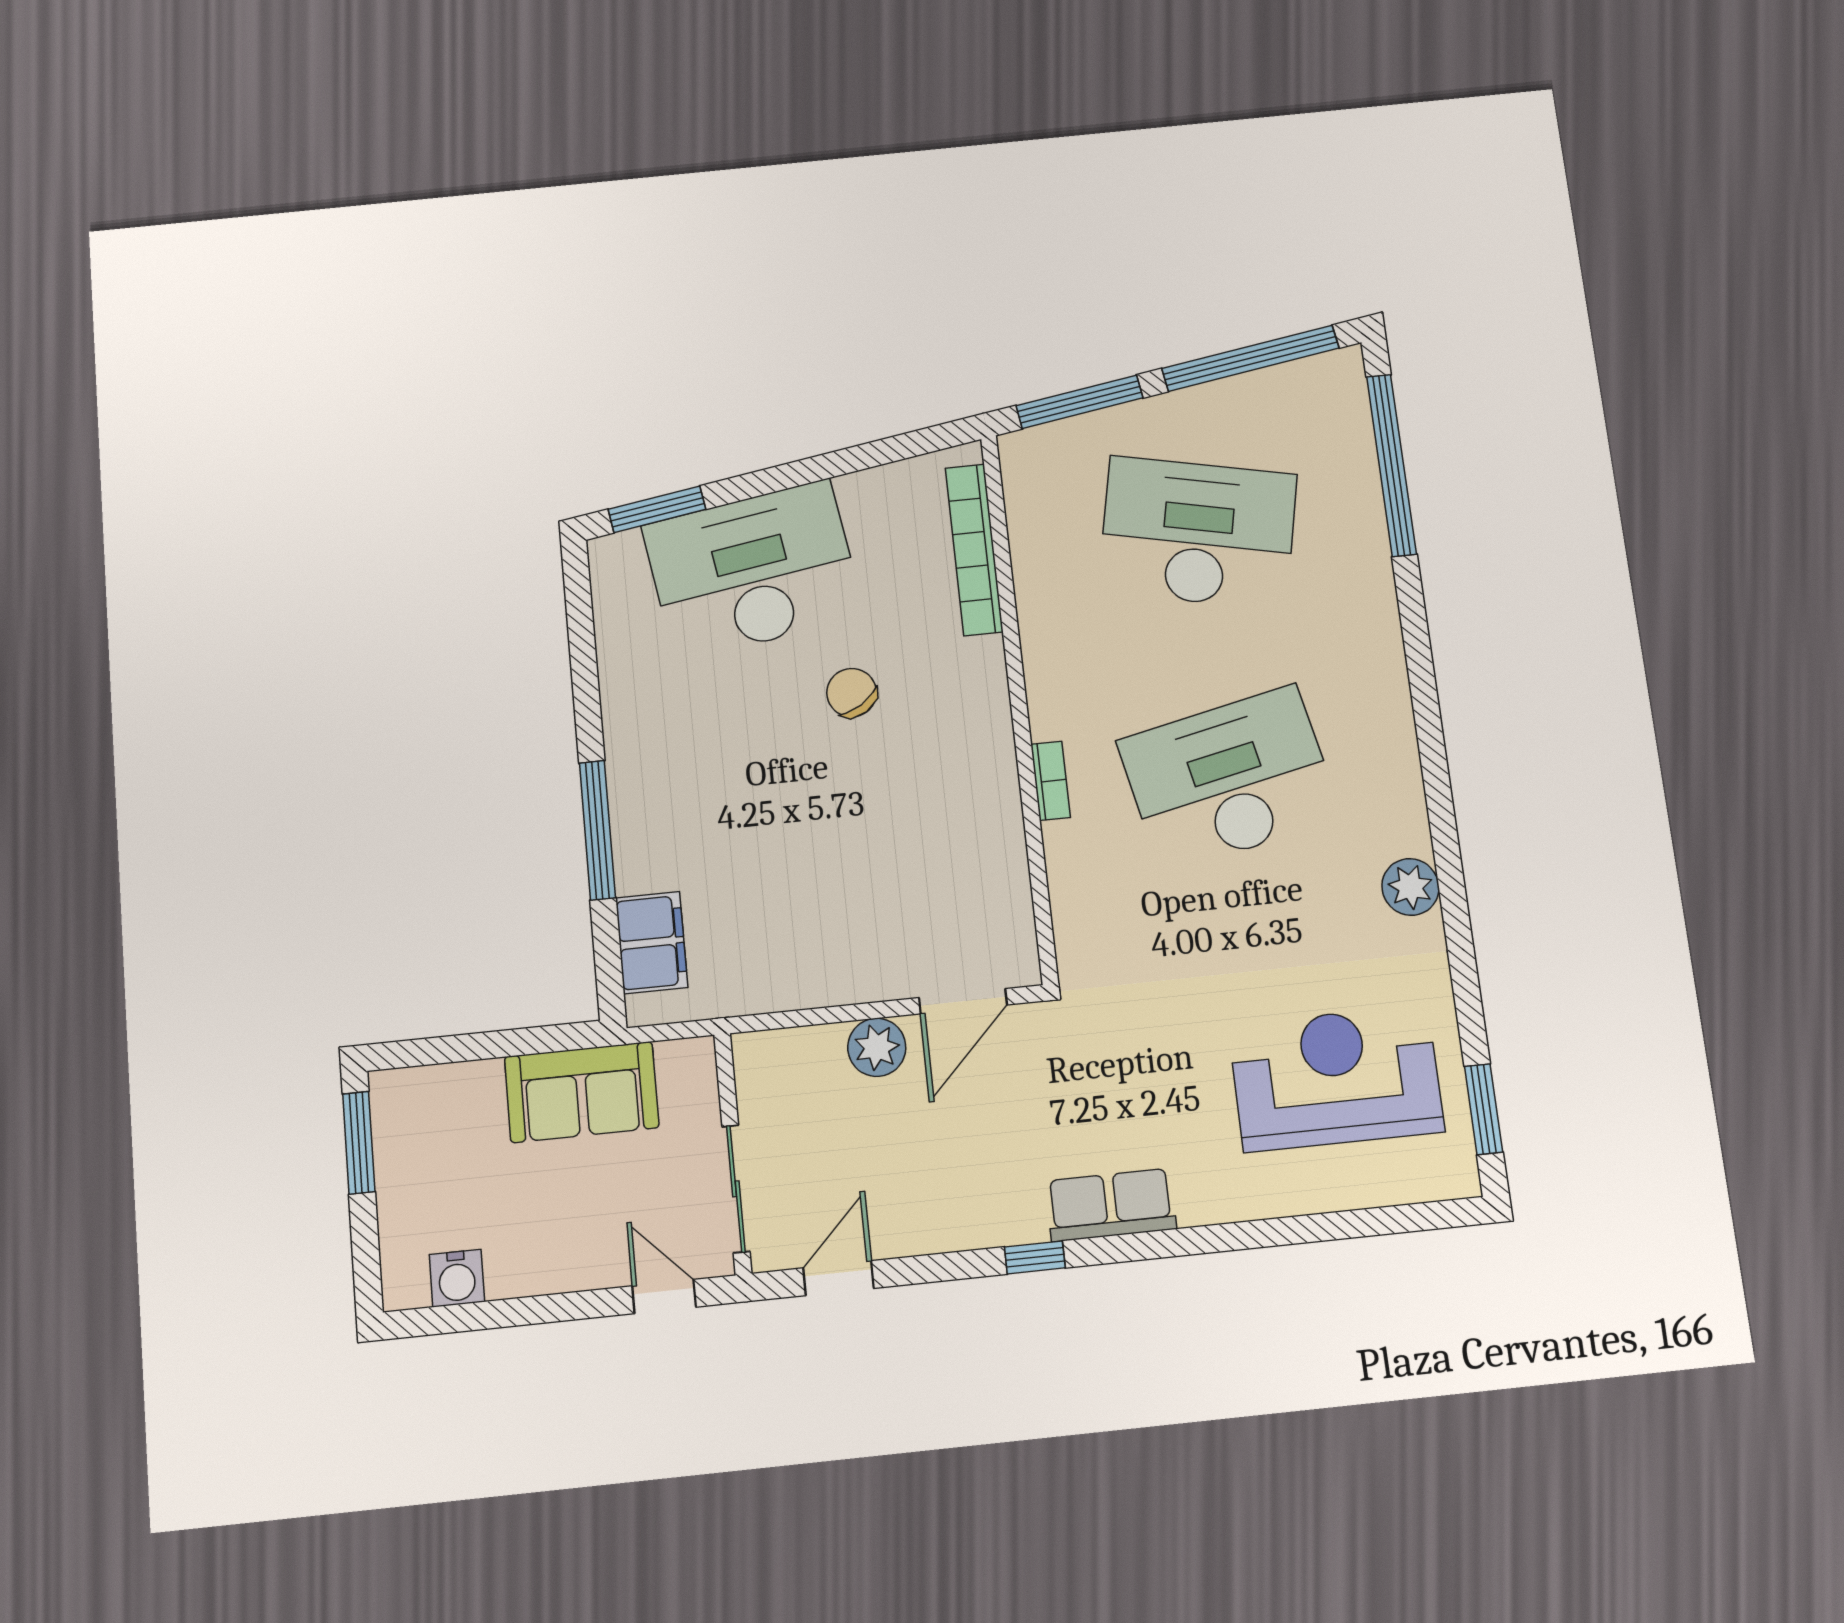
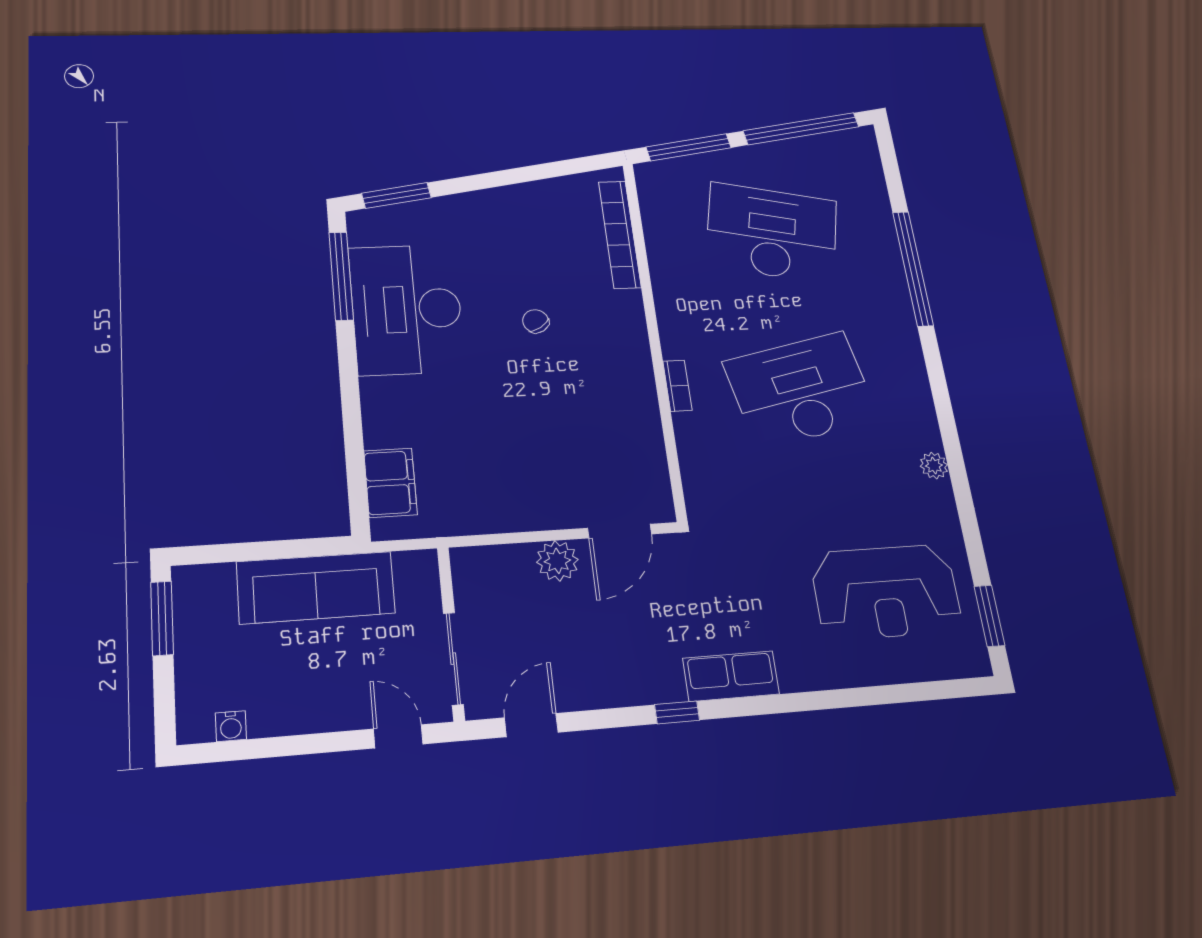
window: (1391, 465) -> (913, 268), moved
desk: (753, 571) -> (407, 309), moved, turned -81
chair: (852, 693) -> (536, 321), width x0.73, depth x0.73
window: (597, 830) -> (341, 276), moved
plant: (1410, 887) -> (934, 466), width x0.73, depth x0.73
reception desk: (1336, 1078) -> (886, 592), turned 180
sofa: (582, 1092) -> (316, 587), width x1.36
water cooler: (457, 1278) -> (231, 726), width x0.72, depth x0.72

